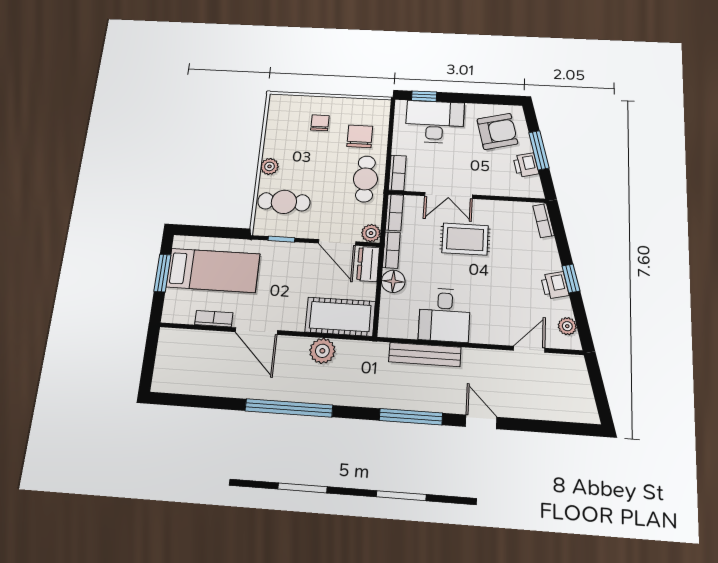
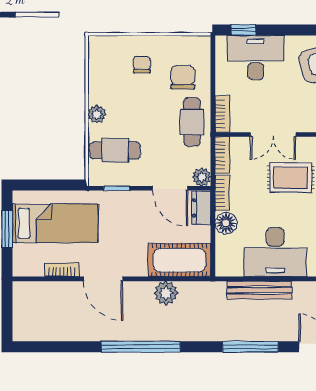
desk: (444, 315) -> (275, 252), width x1.37

